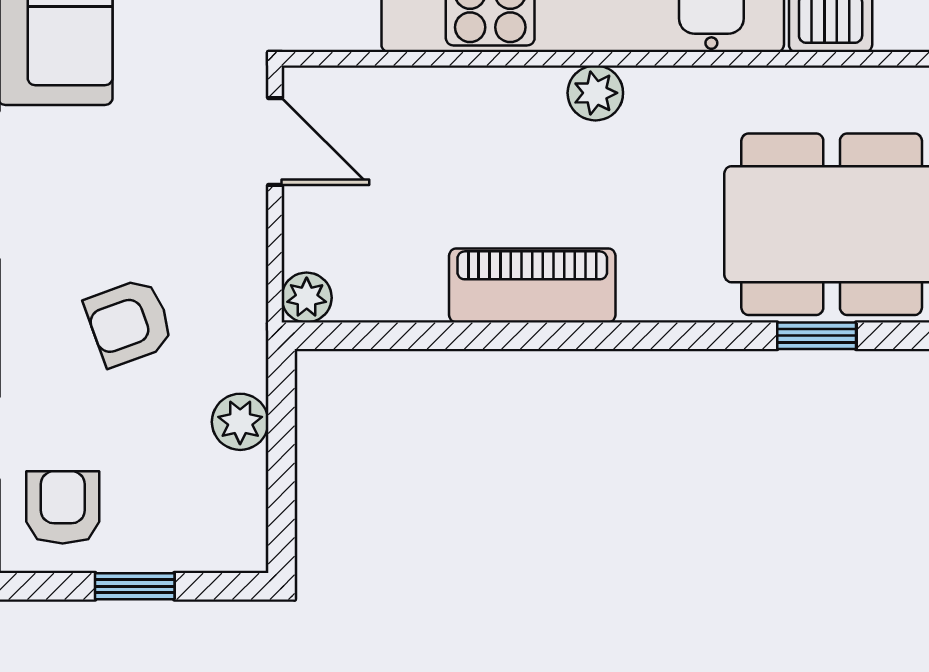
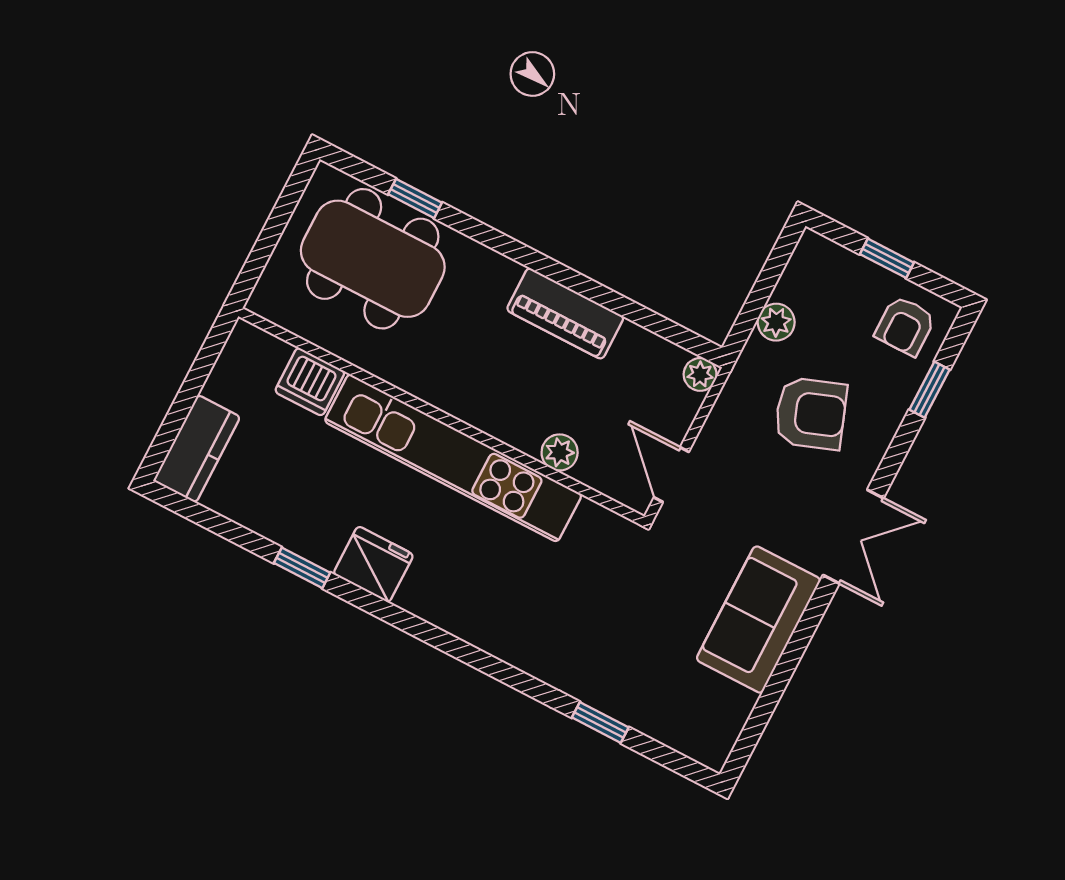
plant: (595, 93) -> (560, 452), moved
armchair: (129, 322) -> (811, 413), width x1.38, depth x1.38

